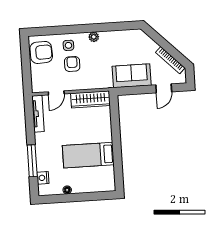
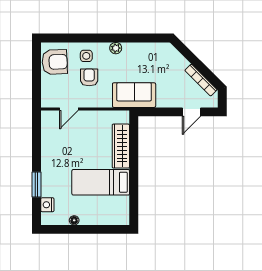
sofa: (132, 76) -> (134, 95), moved
wardrobe: (90, 99) -> (121, 146), moved, turned 90
tv unit: (38, 114) -> (47, 131), removed
window: (32, 161) -> (37, 184), width x0.69

